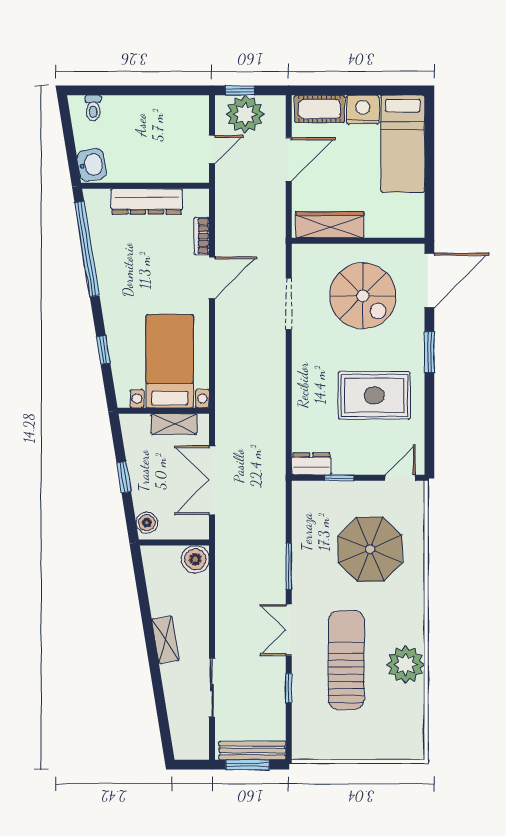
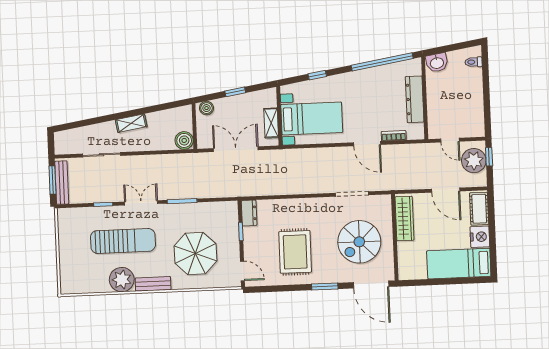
bench: (414, 616) -> (153, 284), added

